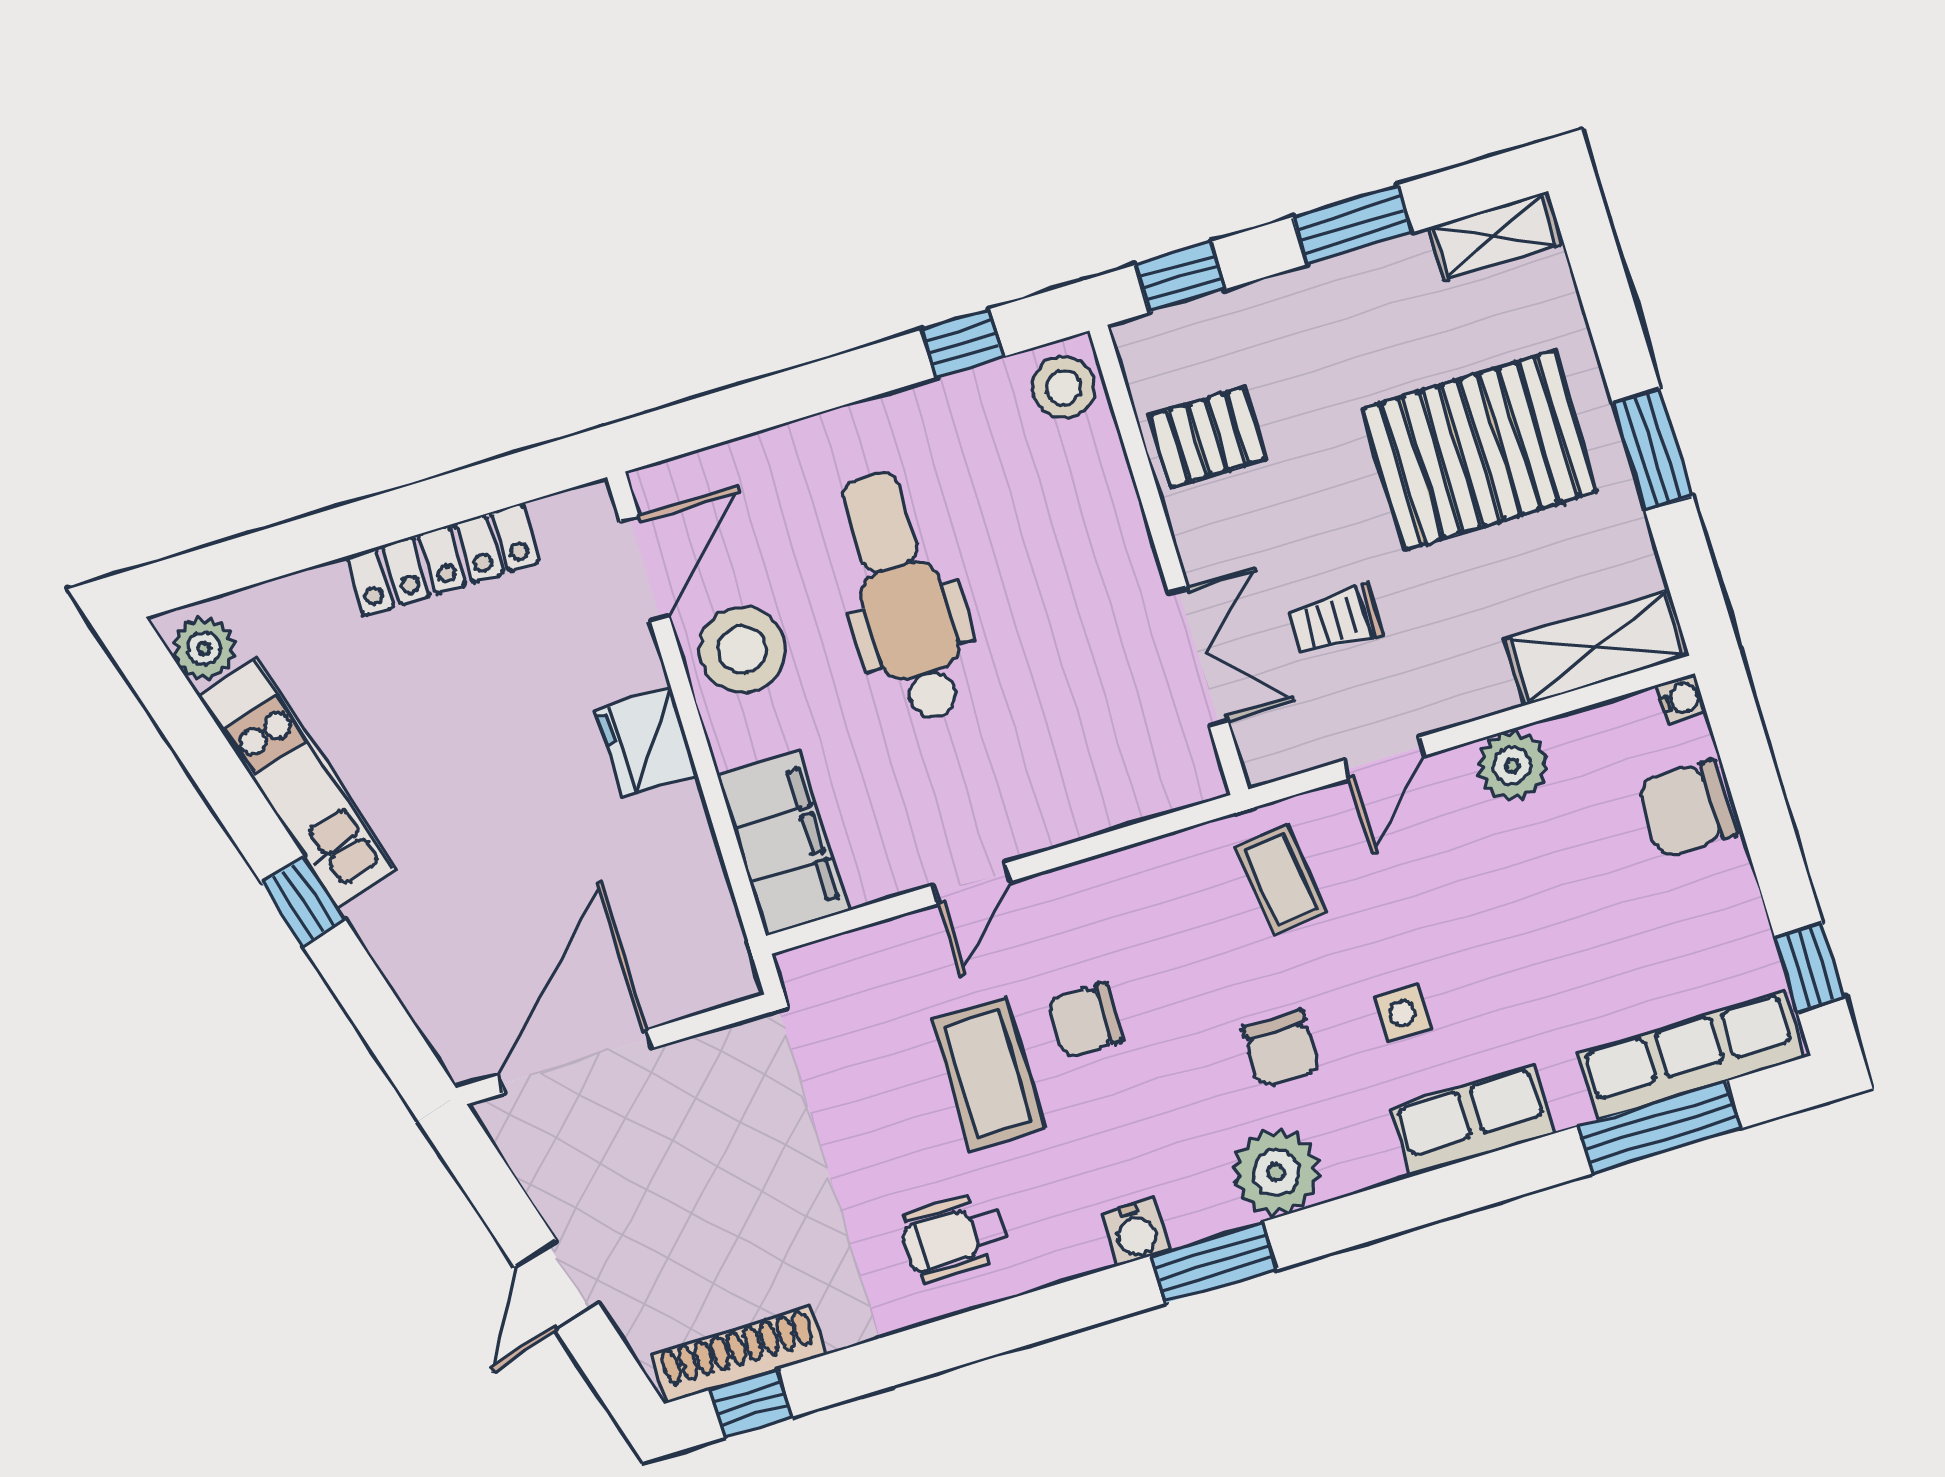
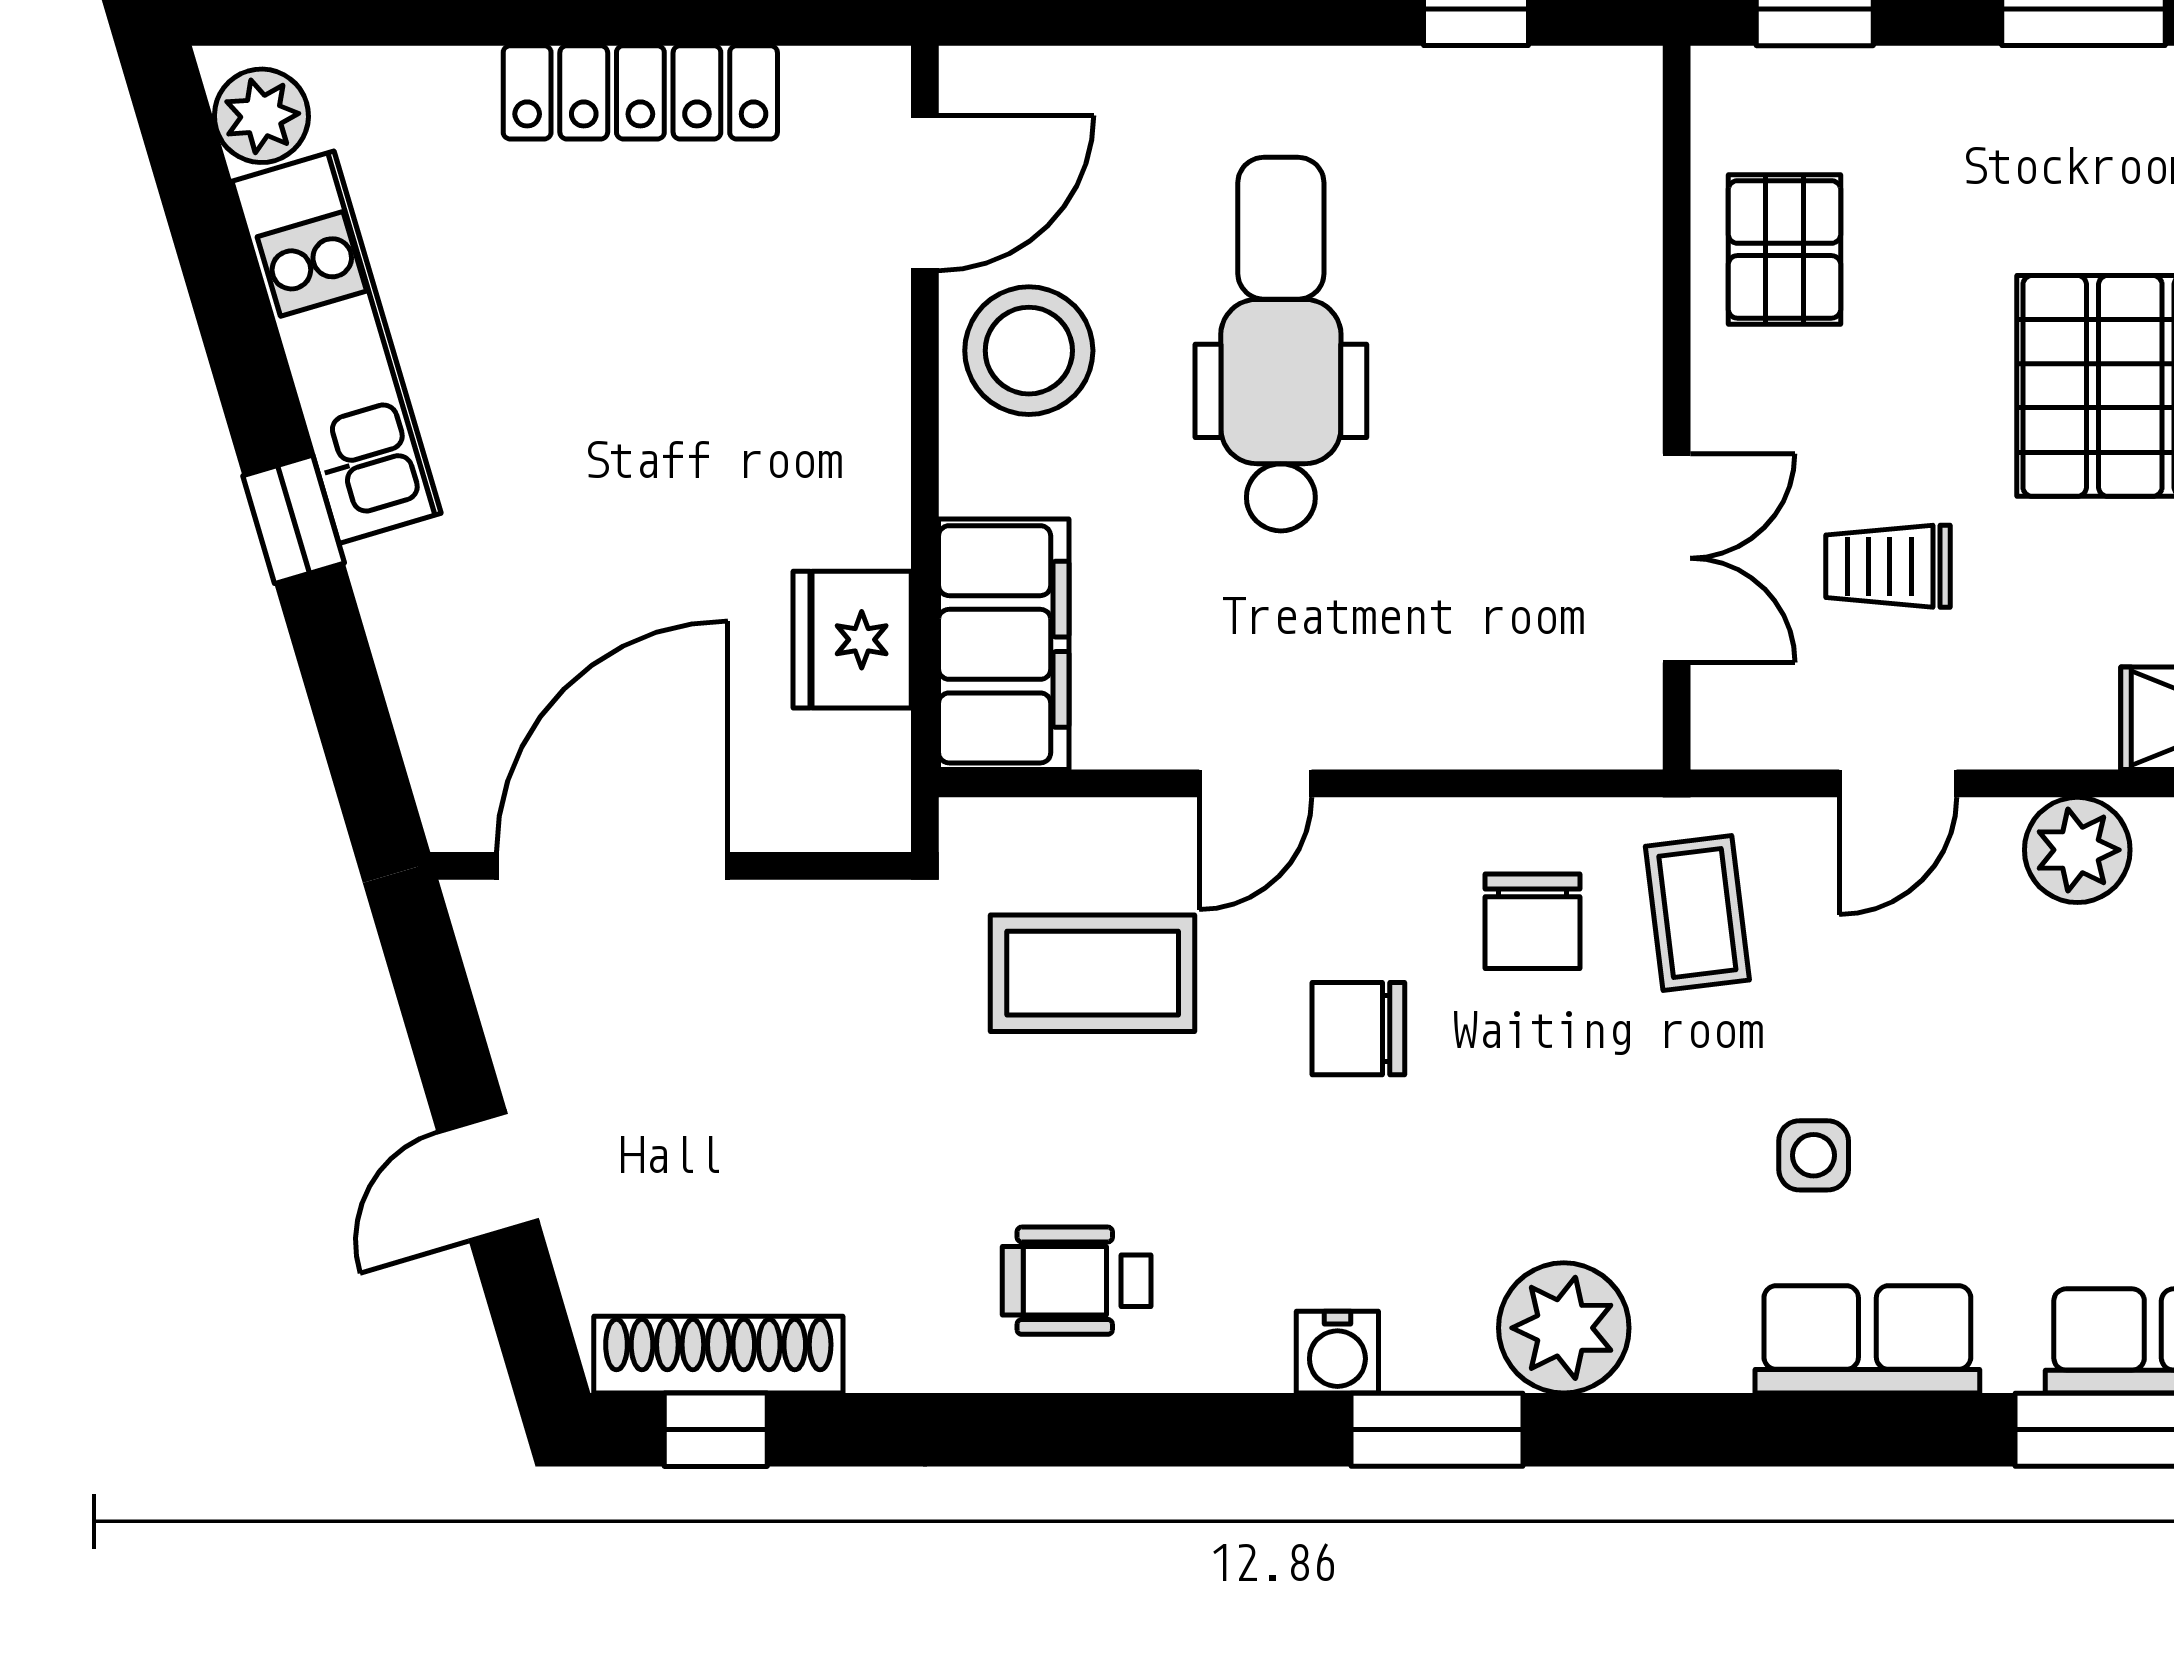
stool: (1064, 387) -> (1601, 116), removed
pallet: (1207, 437) -> (1784, 249), turned 90
fridge: (647, 742) -> (852, 640), moved
chair: (1281, 1049) -> (1532, 921), moved
coffee table: (988, 1074) -> (1093, 973), moved, turned 90

